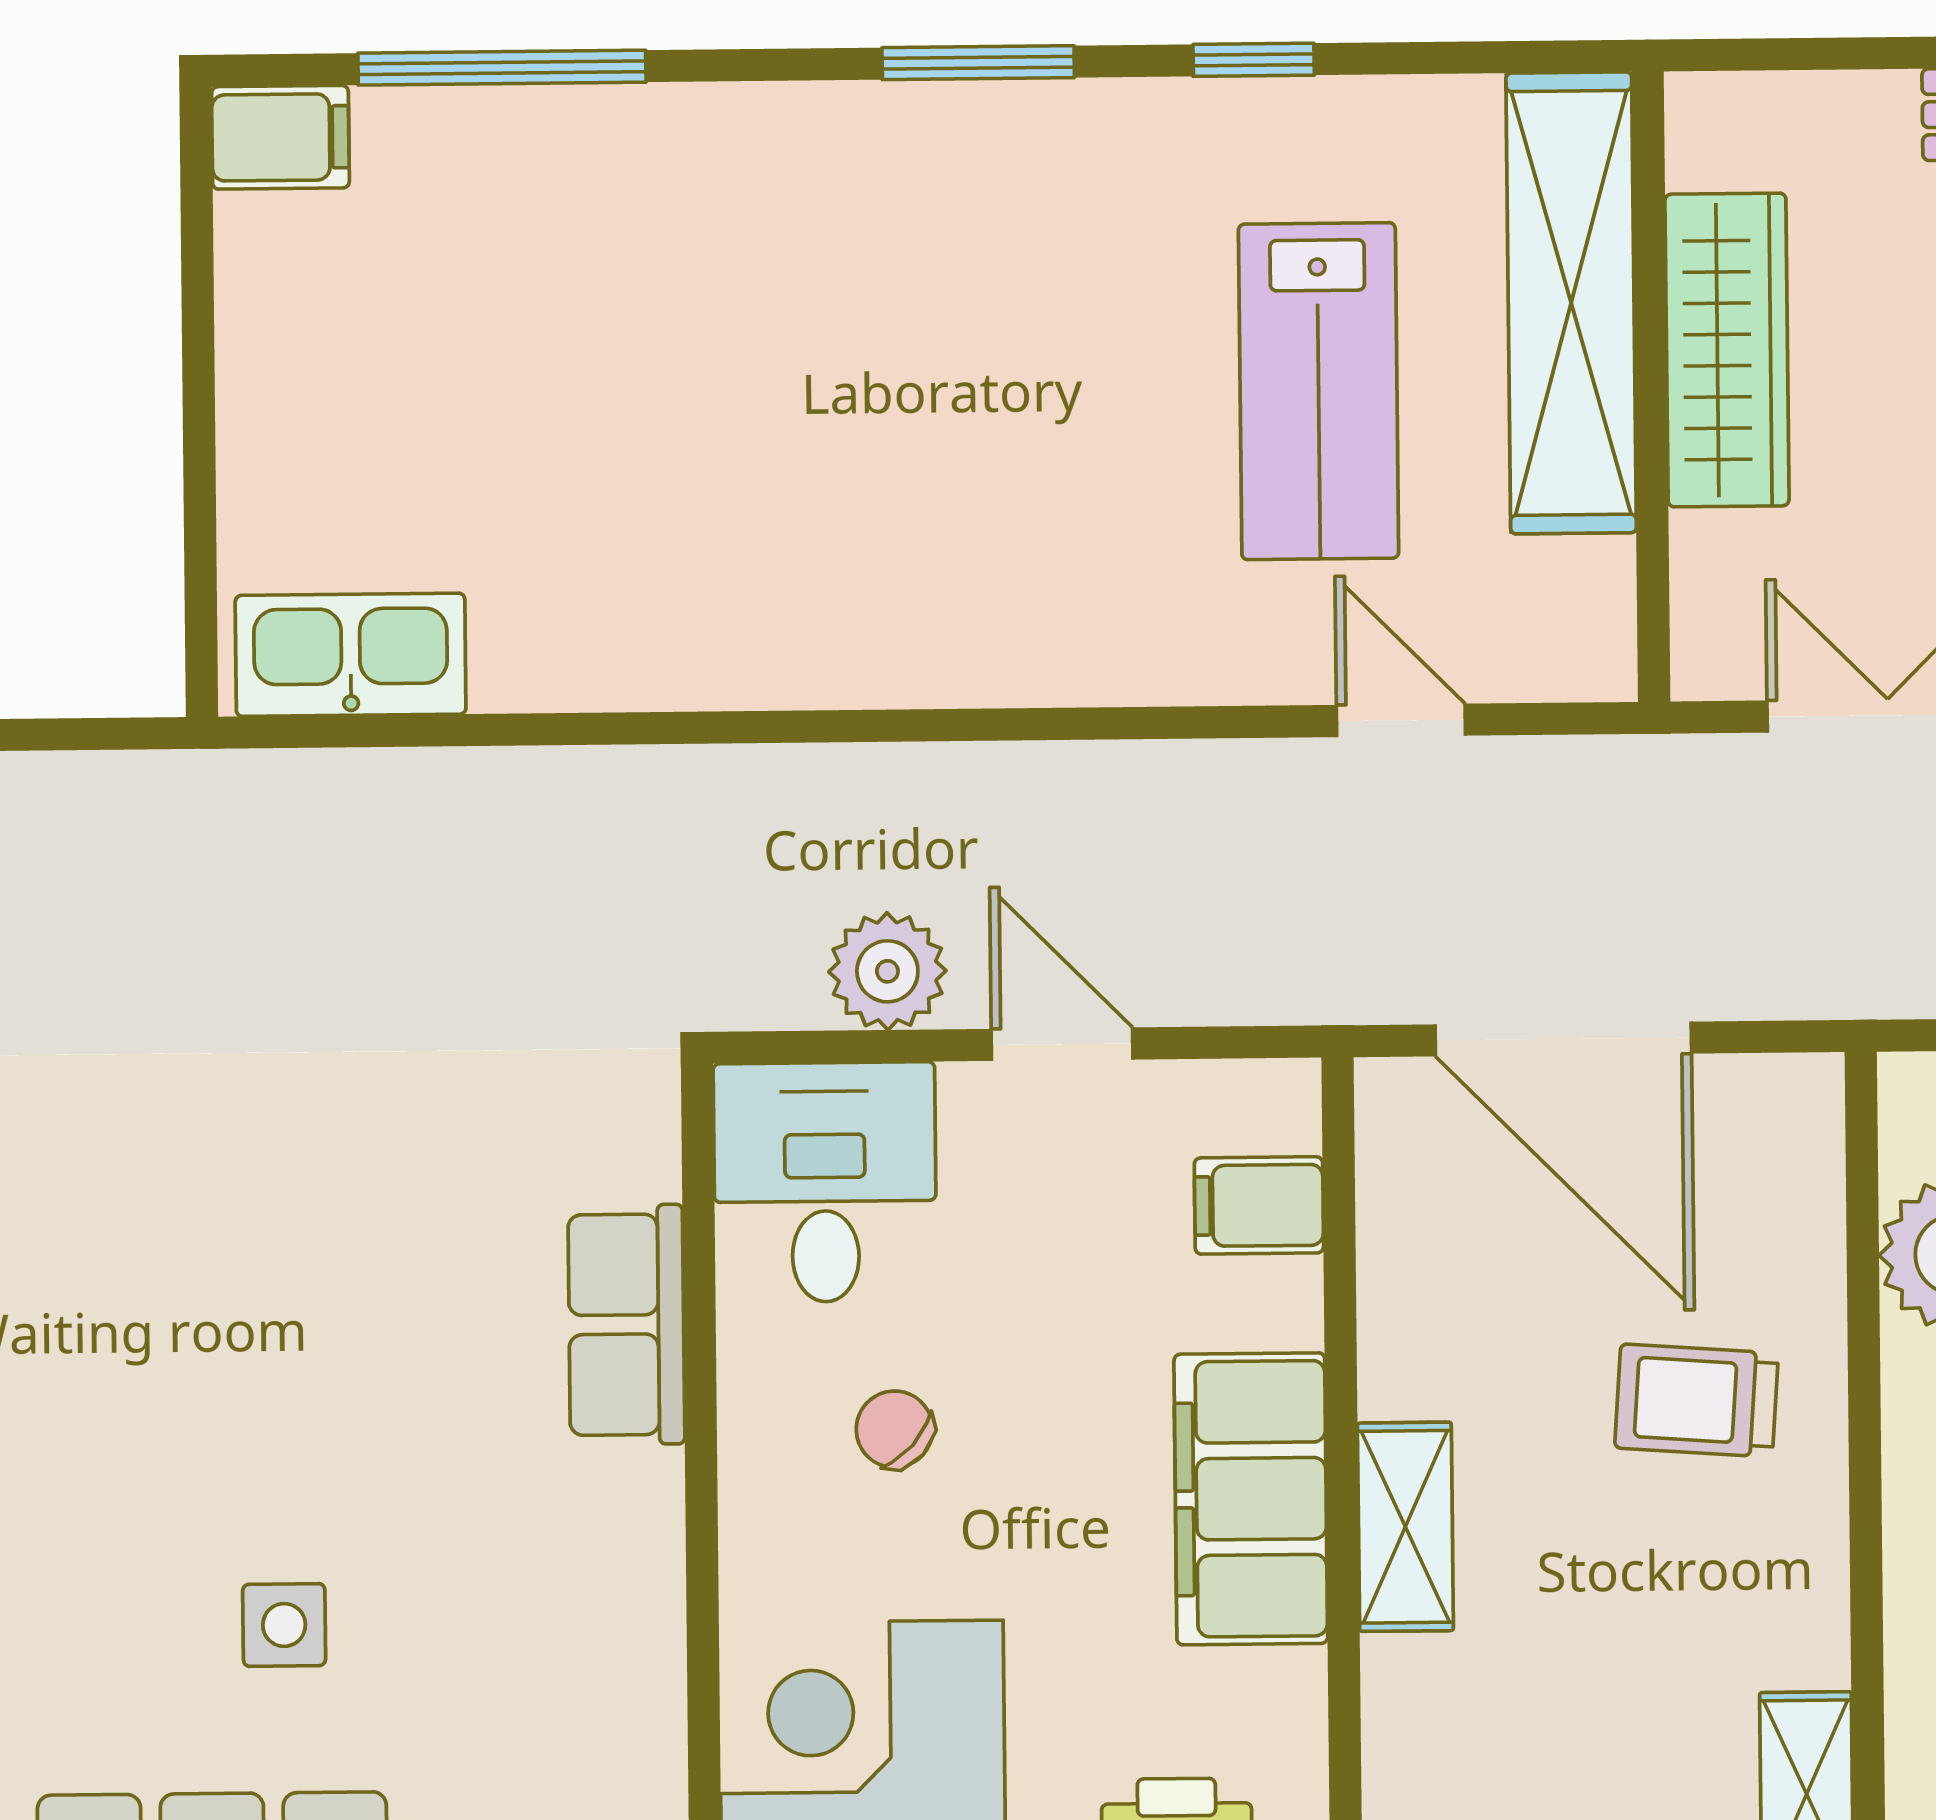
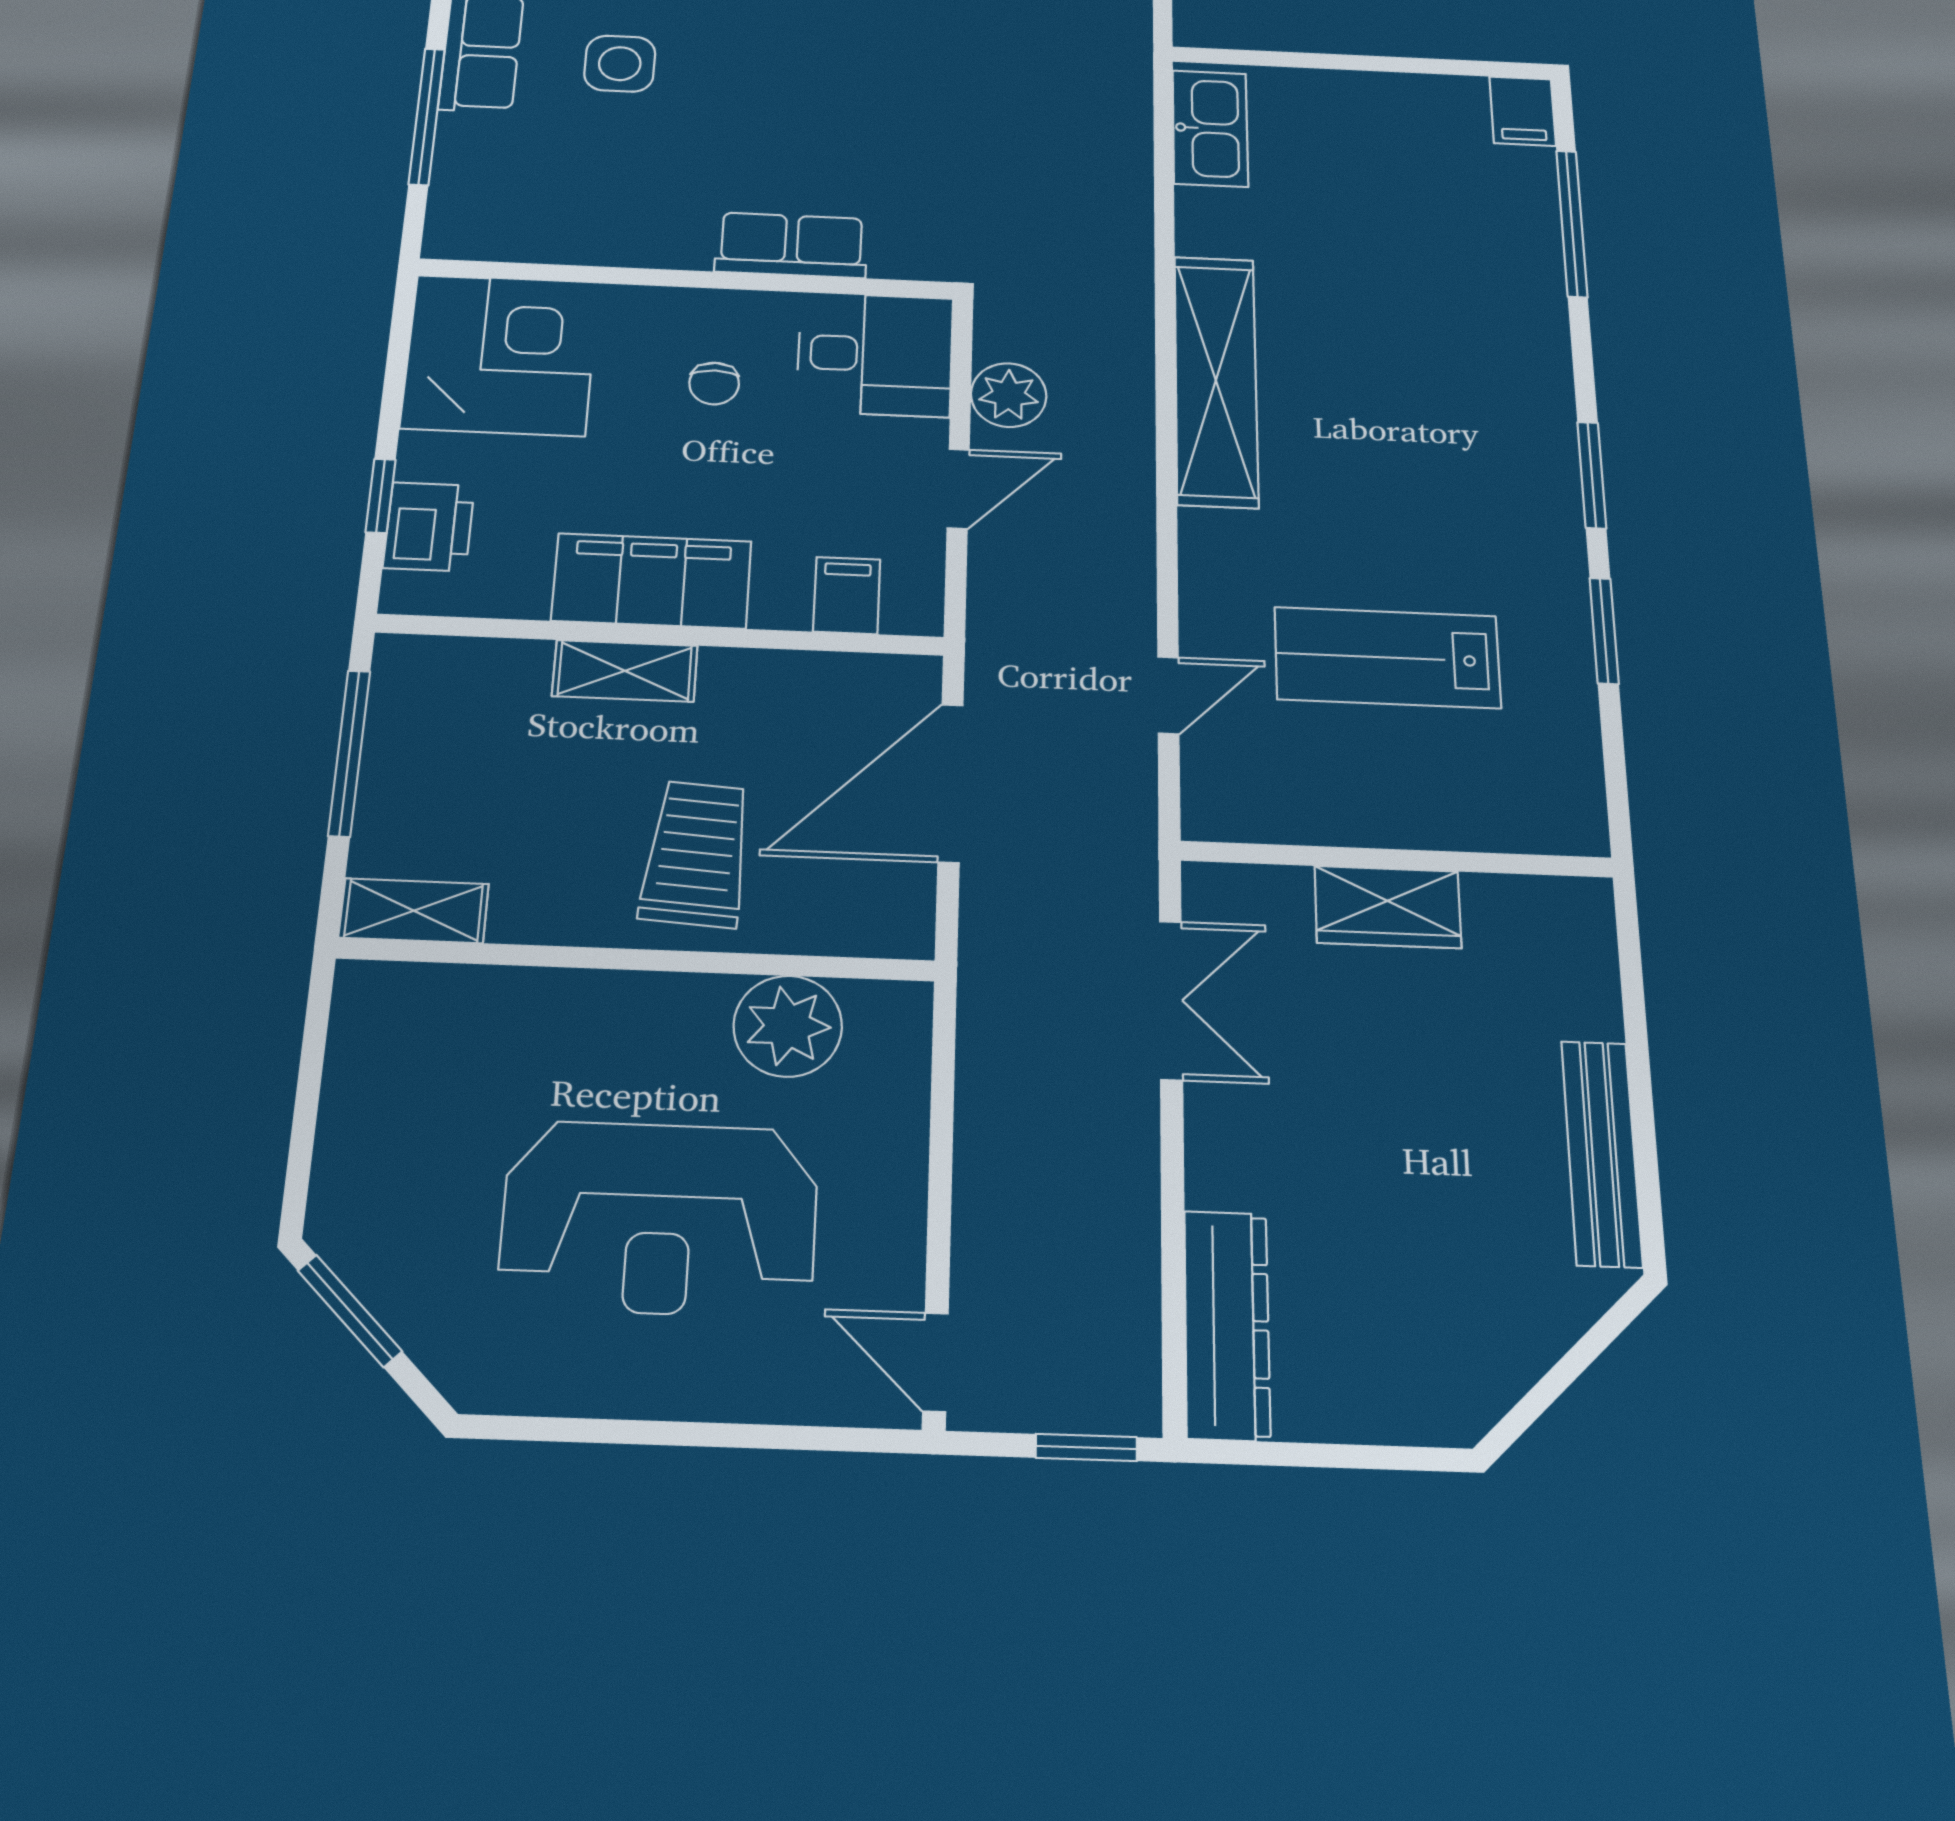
window: (1254, 60) -> (1604, 631), width x1.50
shelving: (1571, 303) -> (1216, 380), moved, turned 90
wardrobe: (1727, 350) -> (1388, 907), width x0.67
trolley: (1696, 1401) -> (696, 854), width x1.36, depth x1.39
chair: (894, 1429) -> (714, 384), turned 138
side table: (284, 1625) -> (620, 64), width x1.37, depth x1.37

